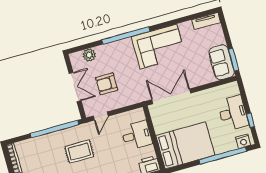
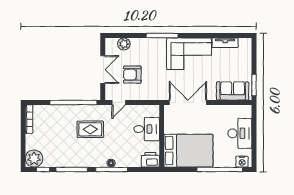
tv unit: (206, 21) -> (225, 43), moved
window: (126, 36) -> (162, 36), width x0.68
sofa: (222, 62) -> (233, 91), moved, turned 90
window: (250, 120) -> (254, 144), removed

